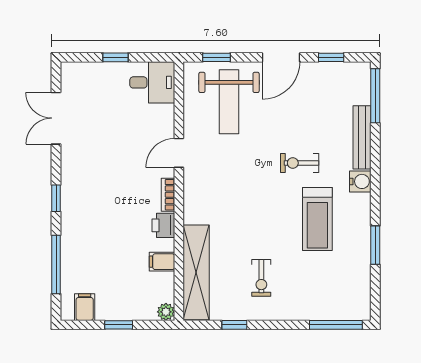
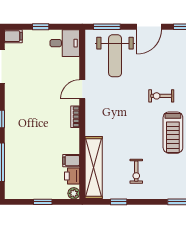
window: (217, 57) -> (107, 27), width x1.50
printer: (163, 225) -> (72, 176), moved
filing cabinet: (85, 307) -> (13, 36), moved, turned 90

